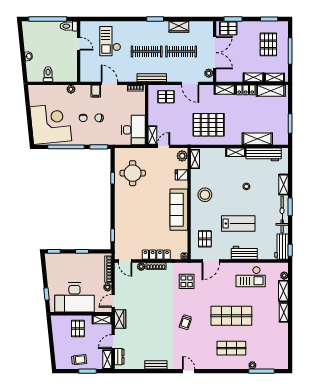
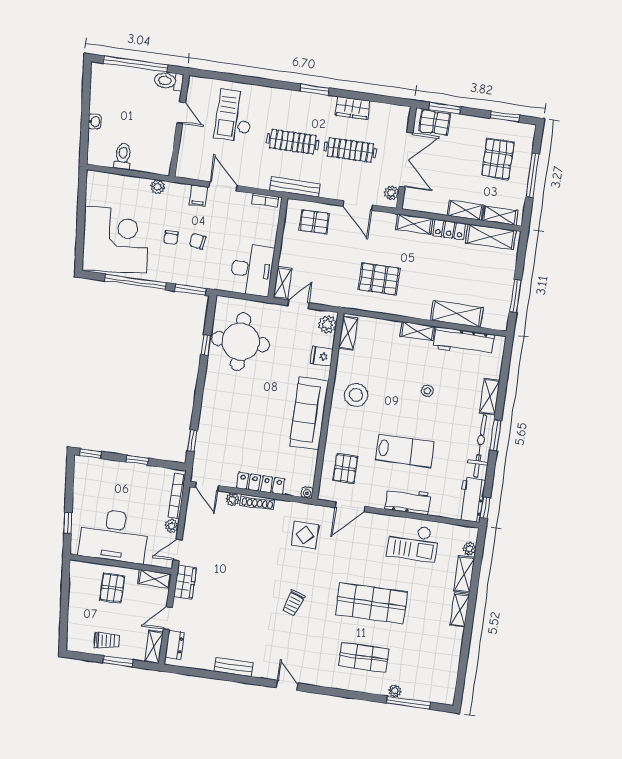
pallet: (209, 125) -> (379, 279), width x0.73, depth x0.71
round table: (133, 173) -> (241, 342), width x1.36, depth x1.36

